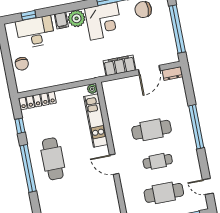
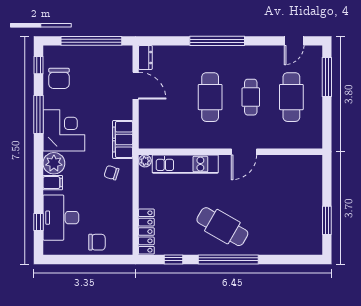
chair: (78, 65) -> (111, 173), added
filing cabinet: (120, 65) -> (123, 139), moved
cafe table: (53, 159) -> (222, 227), turned 30

